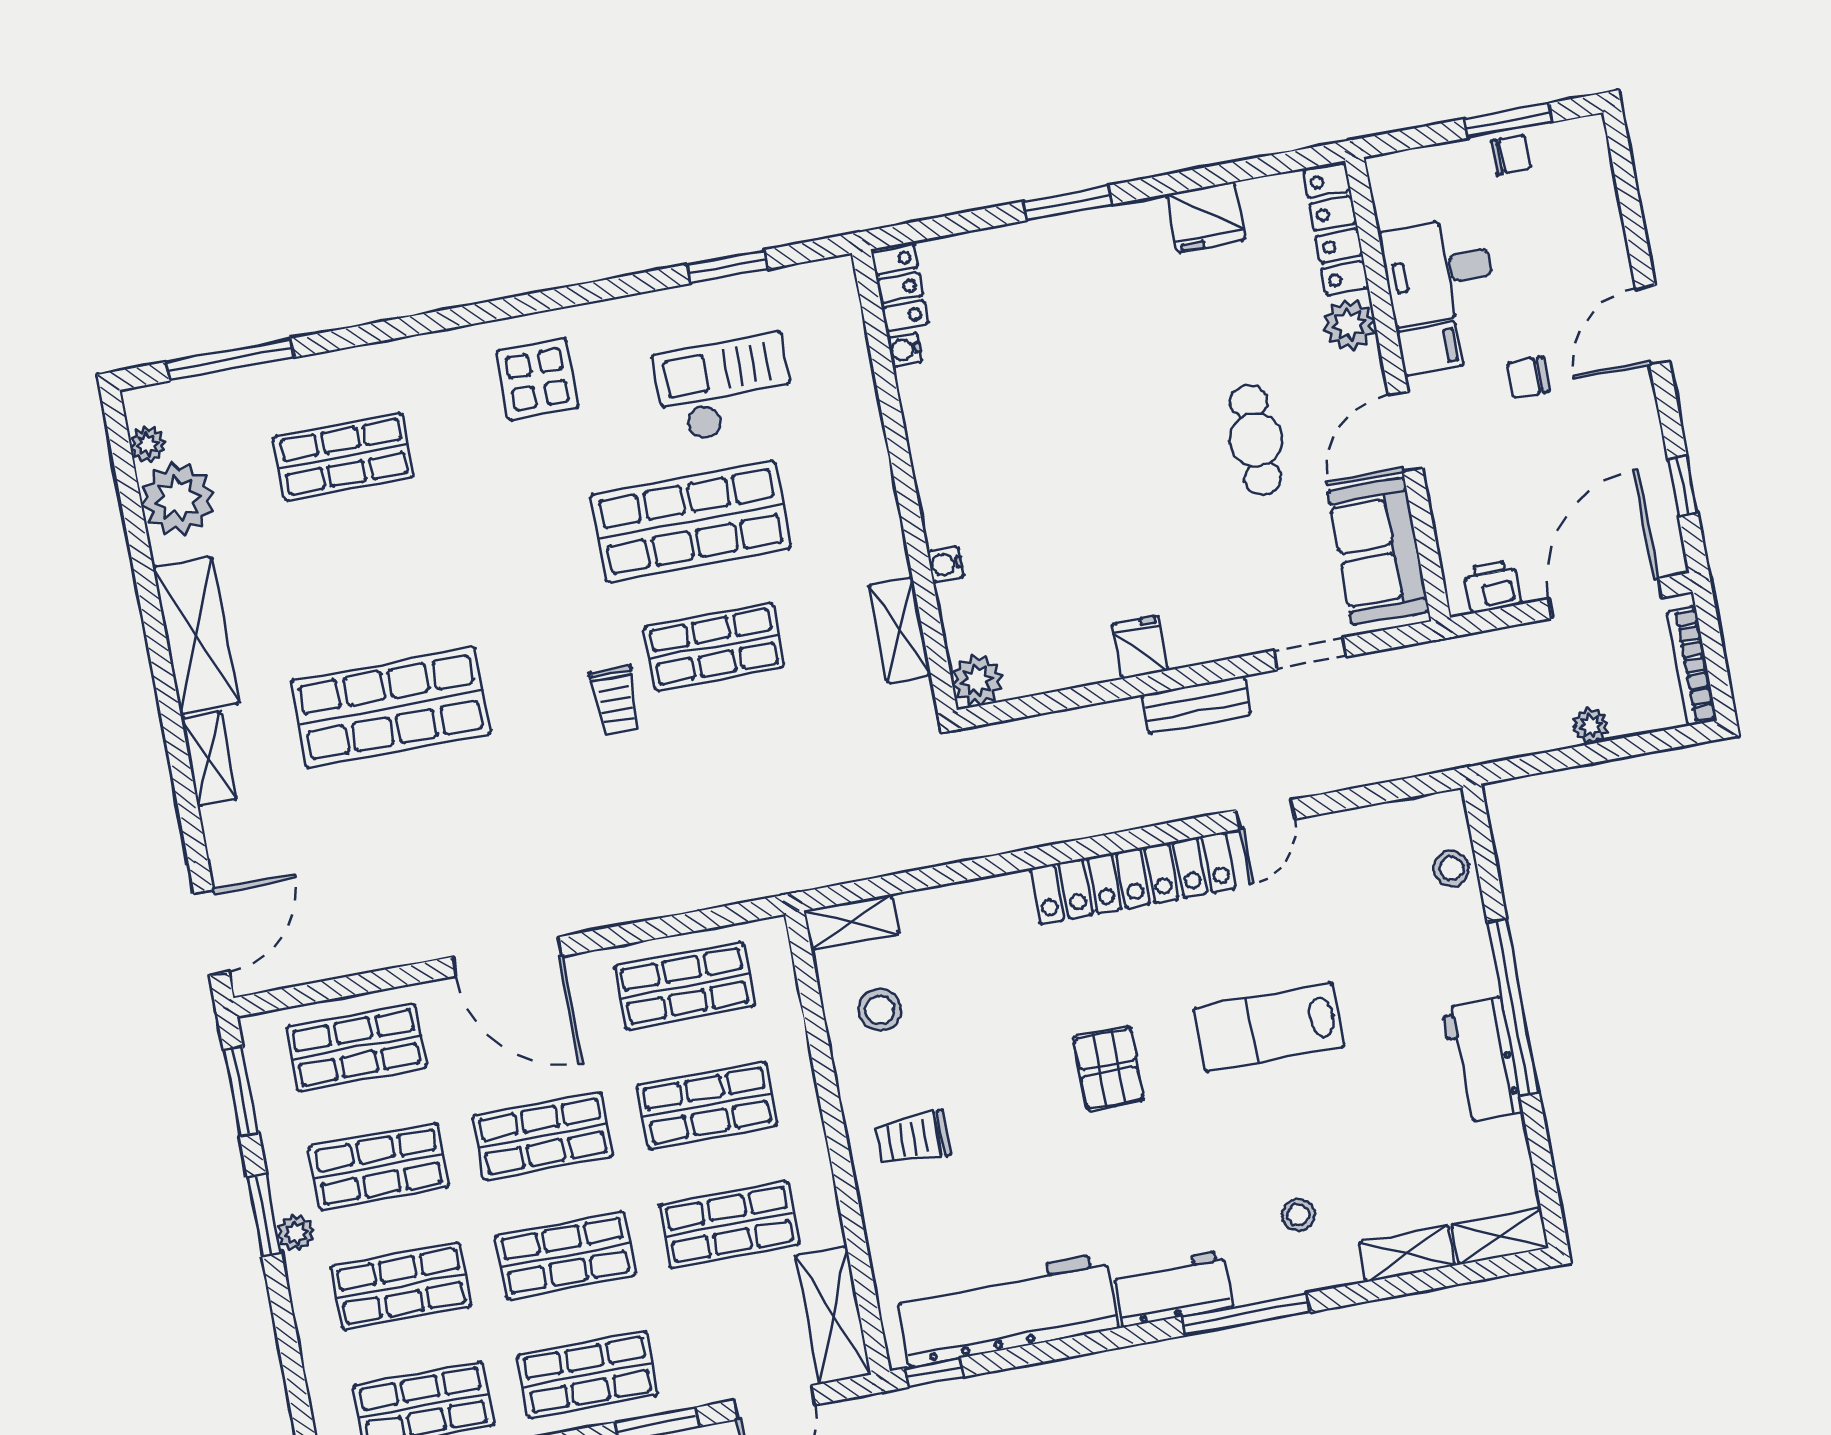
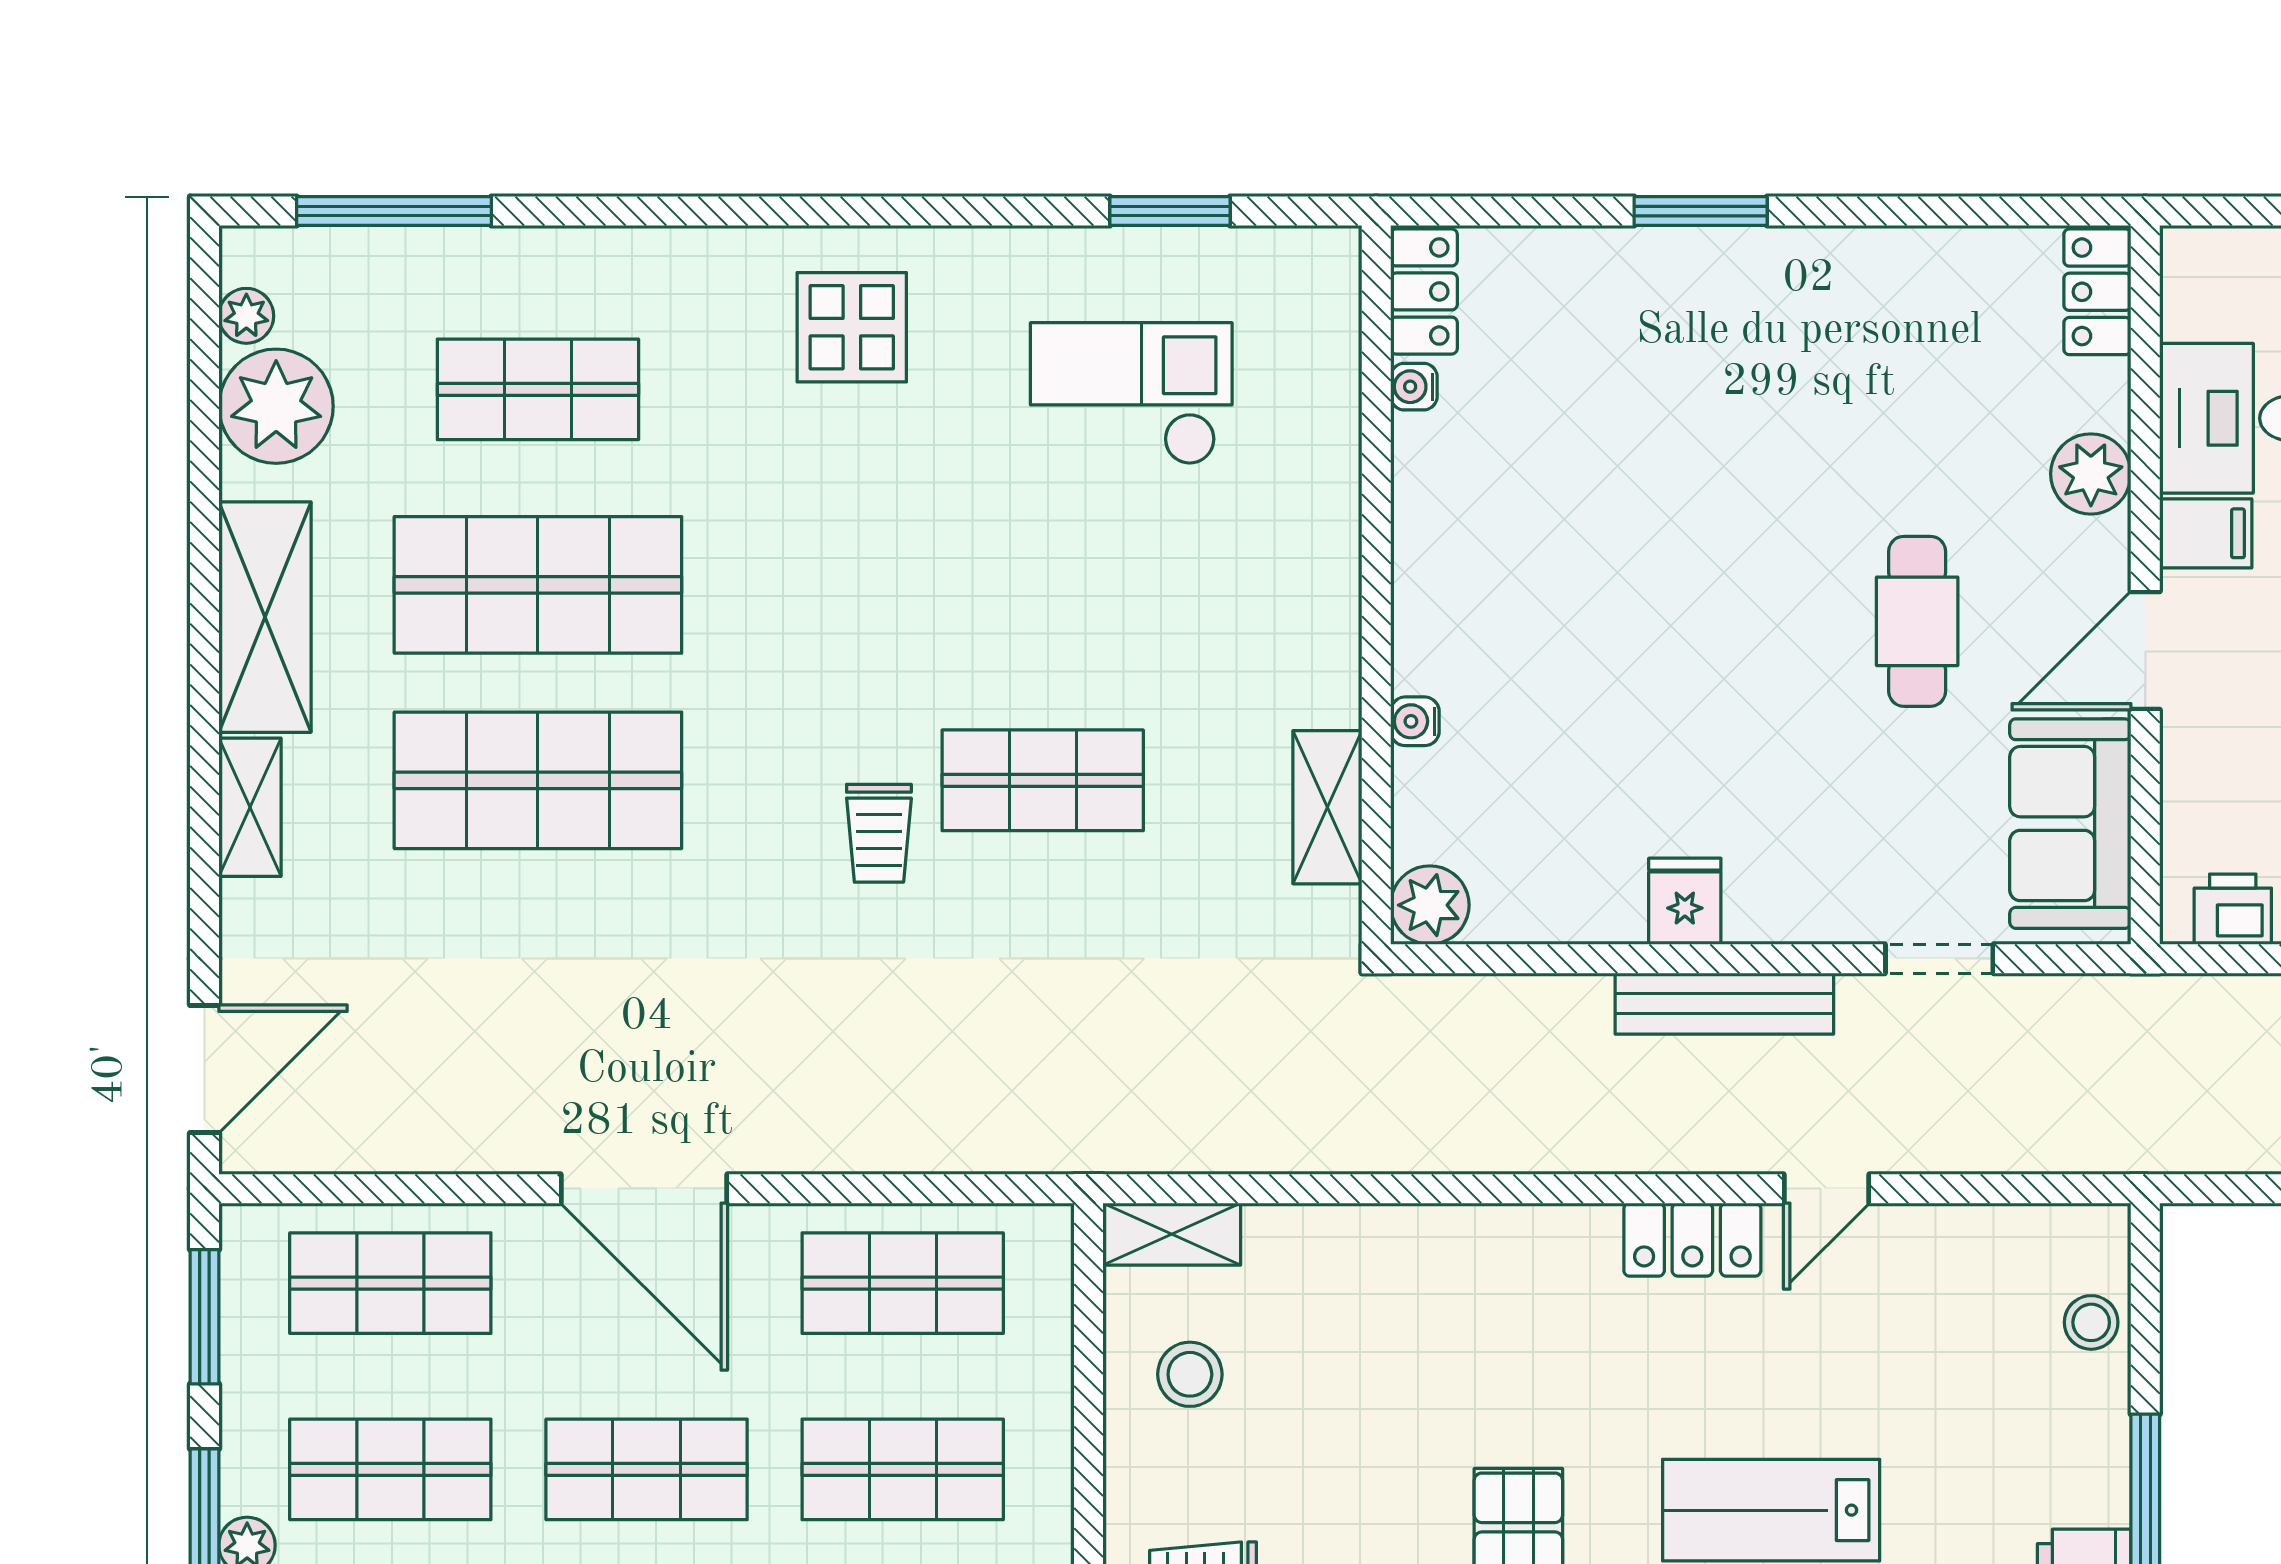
fridge: (1206, 217) -> (1905, 271), removed
locker: (1336, 229) -> (2097, 292), width x0.66
shop shelf: (691, 521) -> (538, 585), moved
bench: (1197, 705) -> (1724, 1004), width x1.36
locker: (1133, 878) -> (1692, 1240), width x0.46, depth x0.83

